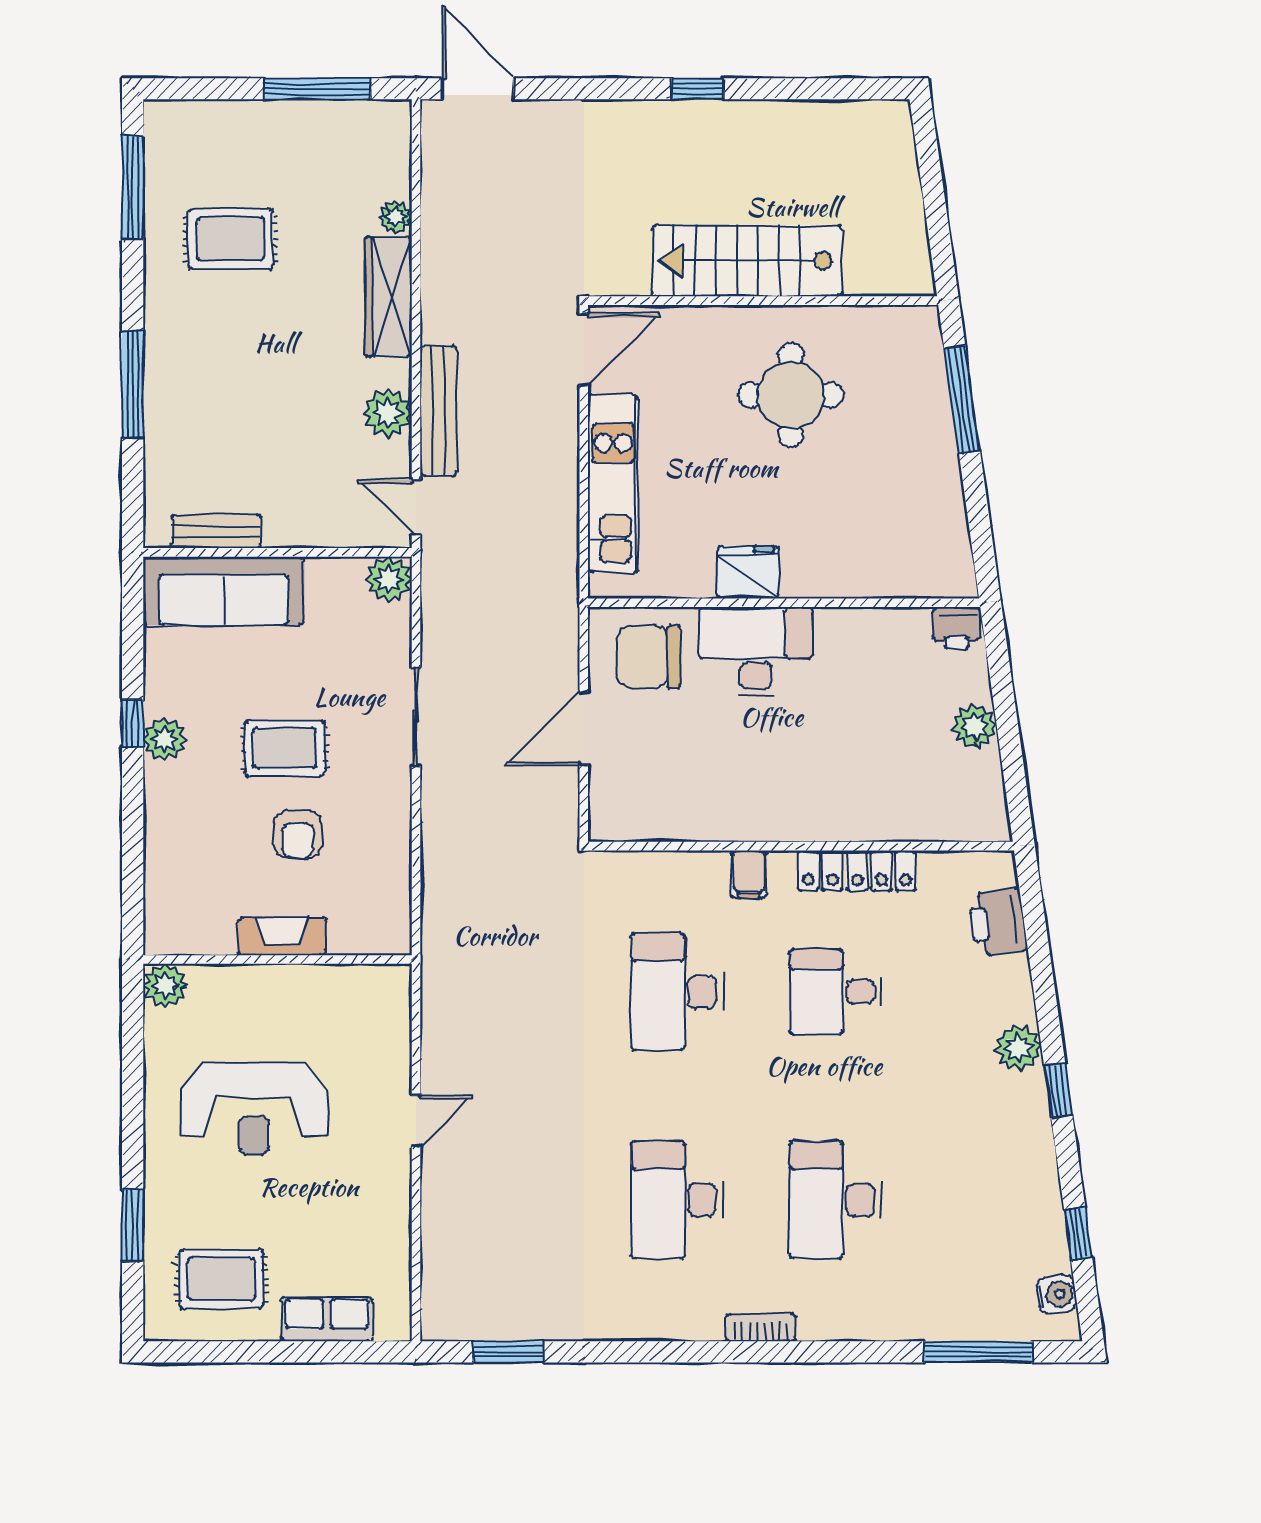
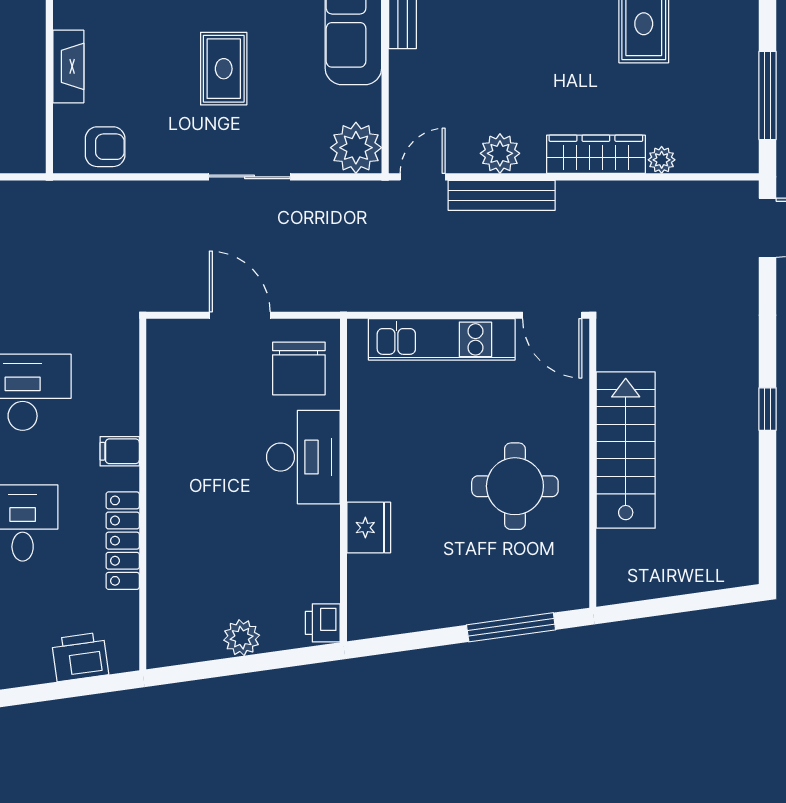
fridge: (748, 572) -> (369, 528), moved
plant: (389, 579) -> (356, 148), width x1.36, depth x1.36
chair: (648, 657) -> (299, 368), turned 180
armchair: (298, 834) -> (105, 147), moved, turned 180

